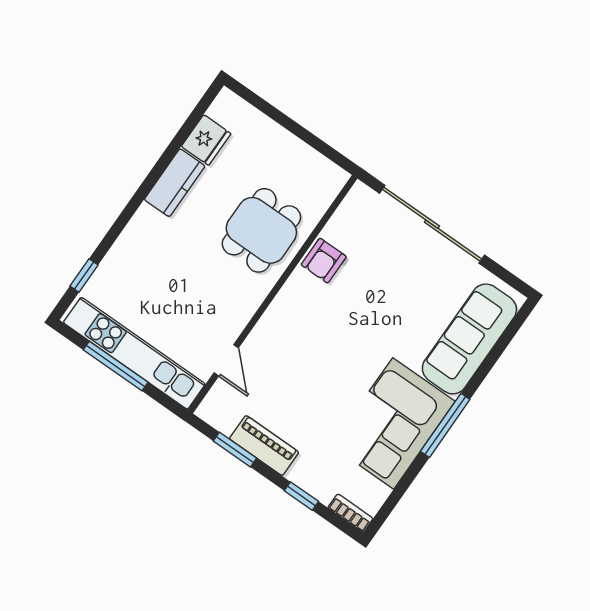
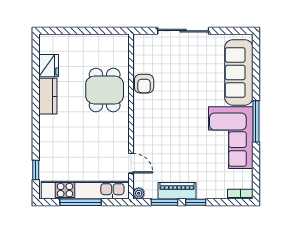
sliding door: (432, 224) -> (183, 31), width x0.73
plant: (207, 411) -> (139, 193), added
window: (301, 496) -> (196, 202), moved

